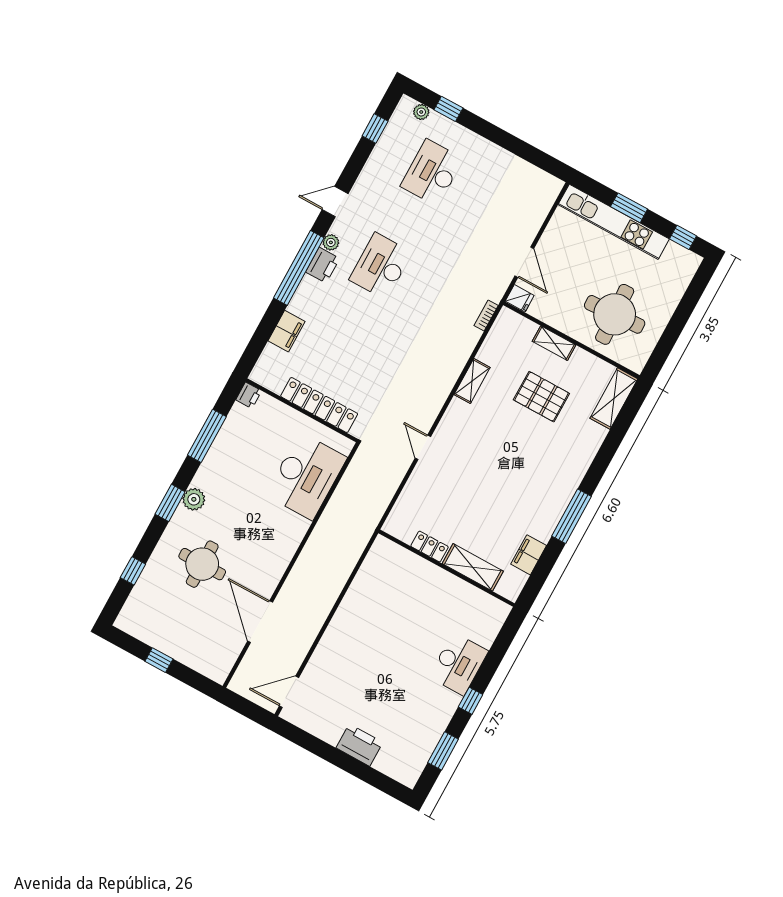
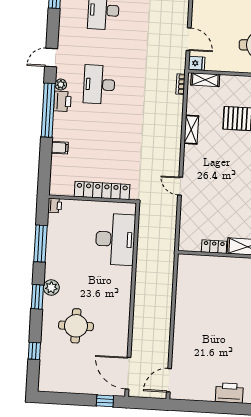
filing cabinet: (286, 331) -> (60, 148), width x0.50
shelving: (554, 343) -> (205, 80), moved
door: (260, 622) -> (128, 373), moved
window: (159, 660) -> (105, 401), moved

